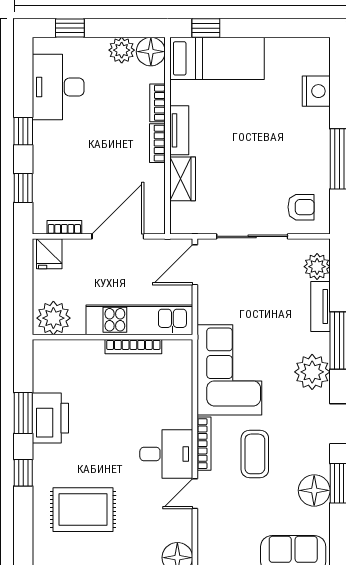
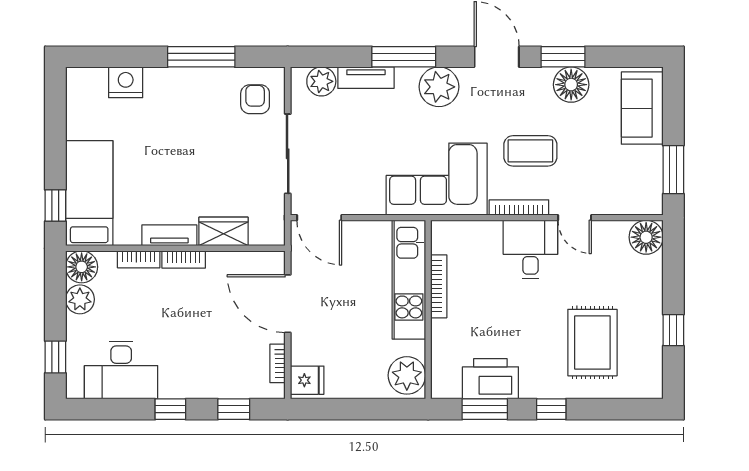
plant: (53, 318) -> (407, 375), moved
kitchen unit: (139, 320) -> (409, 280), moved
wall: (113, 337) -> (428, 310), moved
bookcase: (133, 347) -> (439, 286), moved

